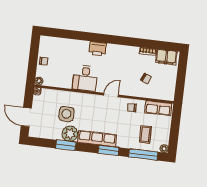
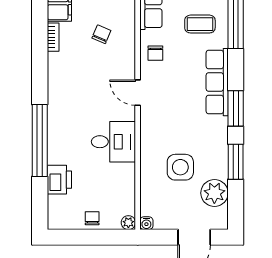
window: (91, 37) -> (40, 140), added
printer: (98, 49) -> (59, 180), moved
plant: (70, 134) -> (214, 193), moved
row of seats: (97, 138) -> (217, 82), moved
window: (109, 150) -> (236, 108), moved

